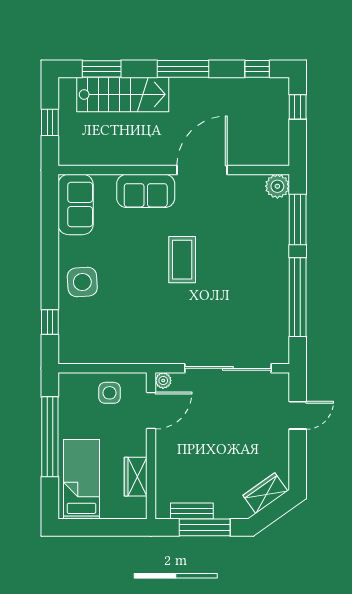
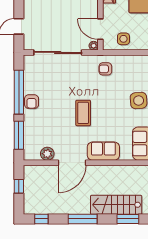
window: (298, 107) -> (19, 186), moved
plant: (277, 186) -> (47, 154), moved
armchair: (275, 280) -> (32, 102), added
armchair: (142, 339) -> (105, 69), added
door: (151, 410) -> (100, 29), hinge flipped

